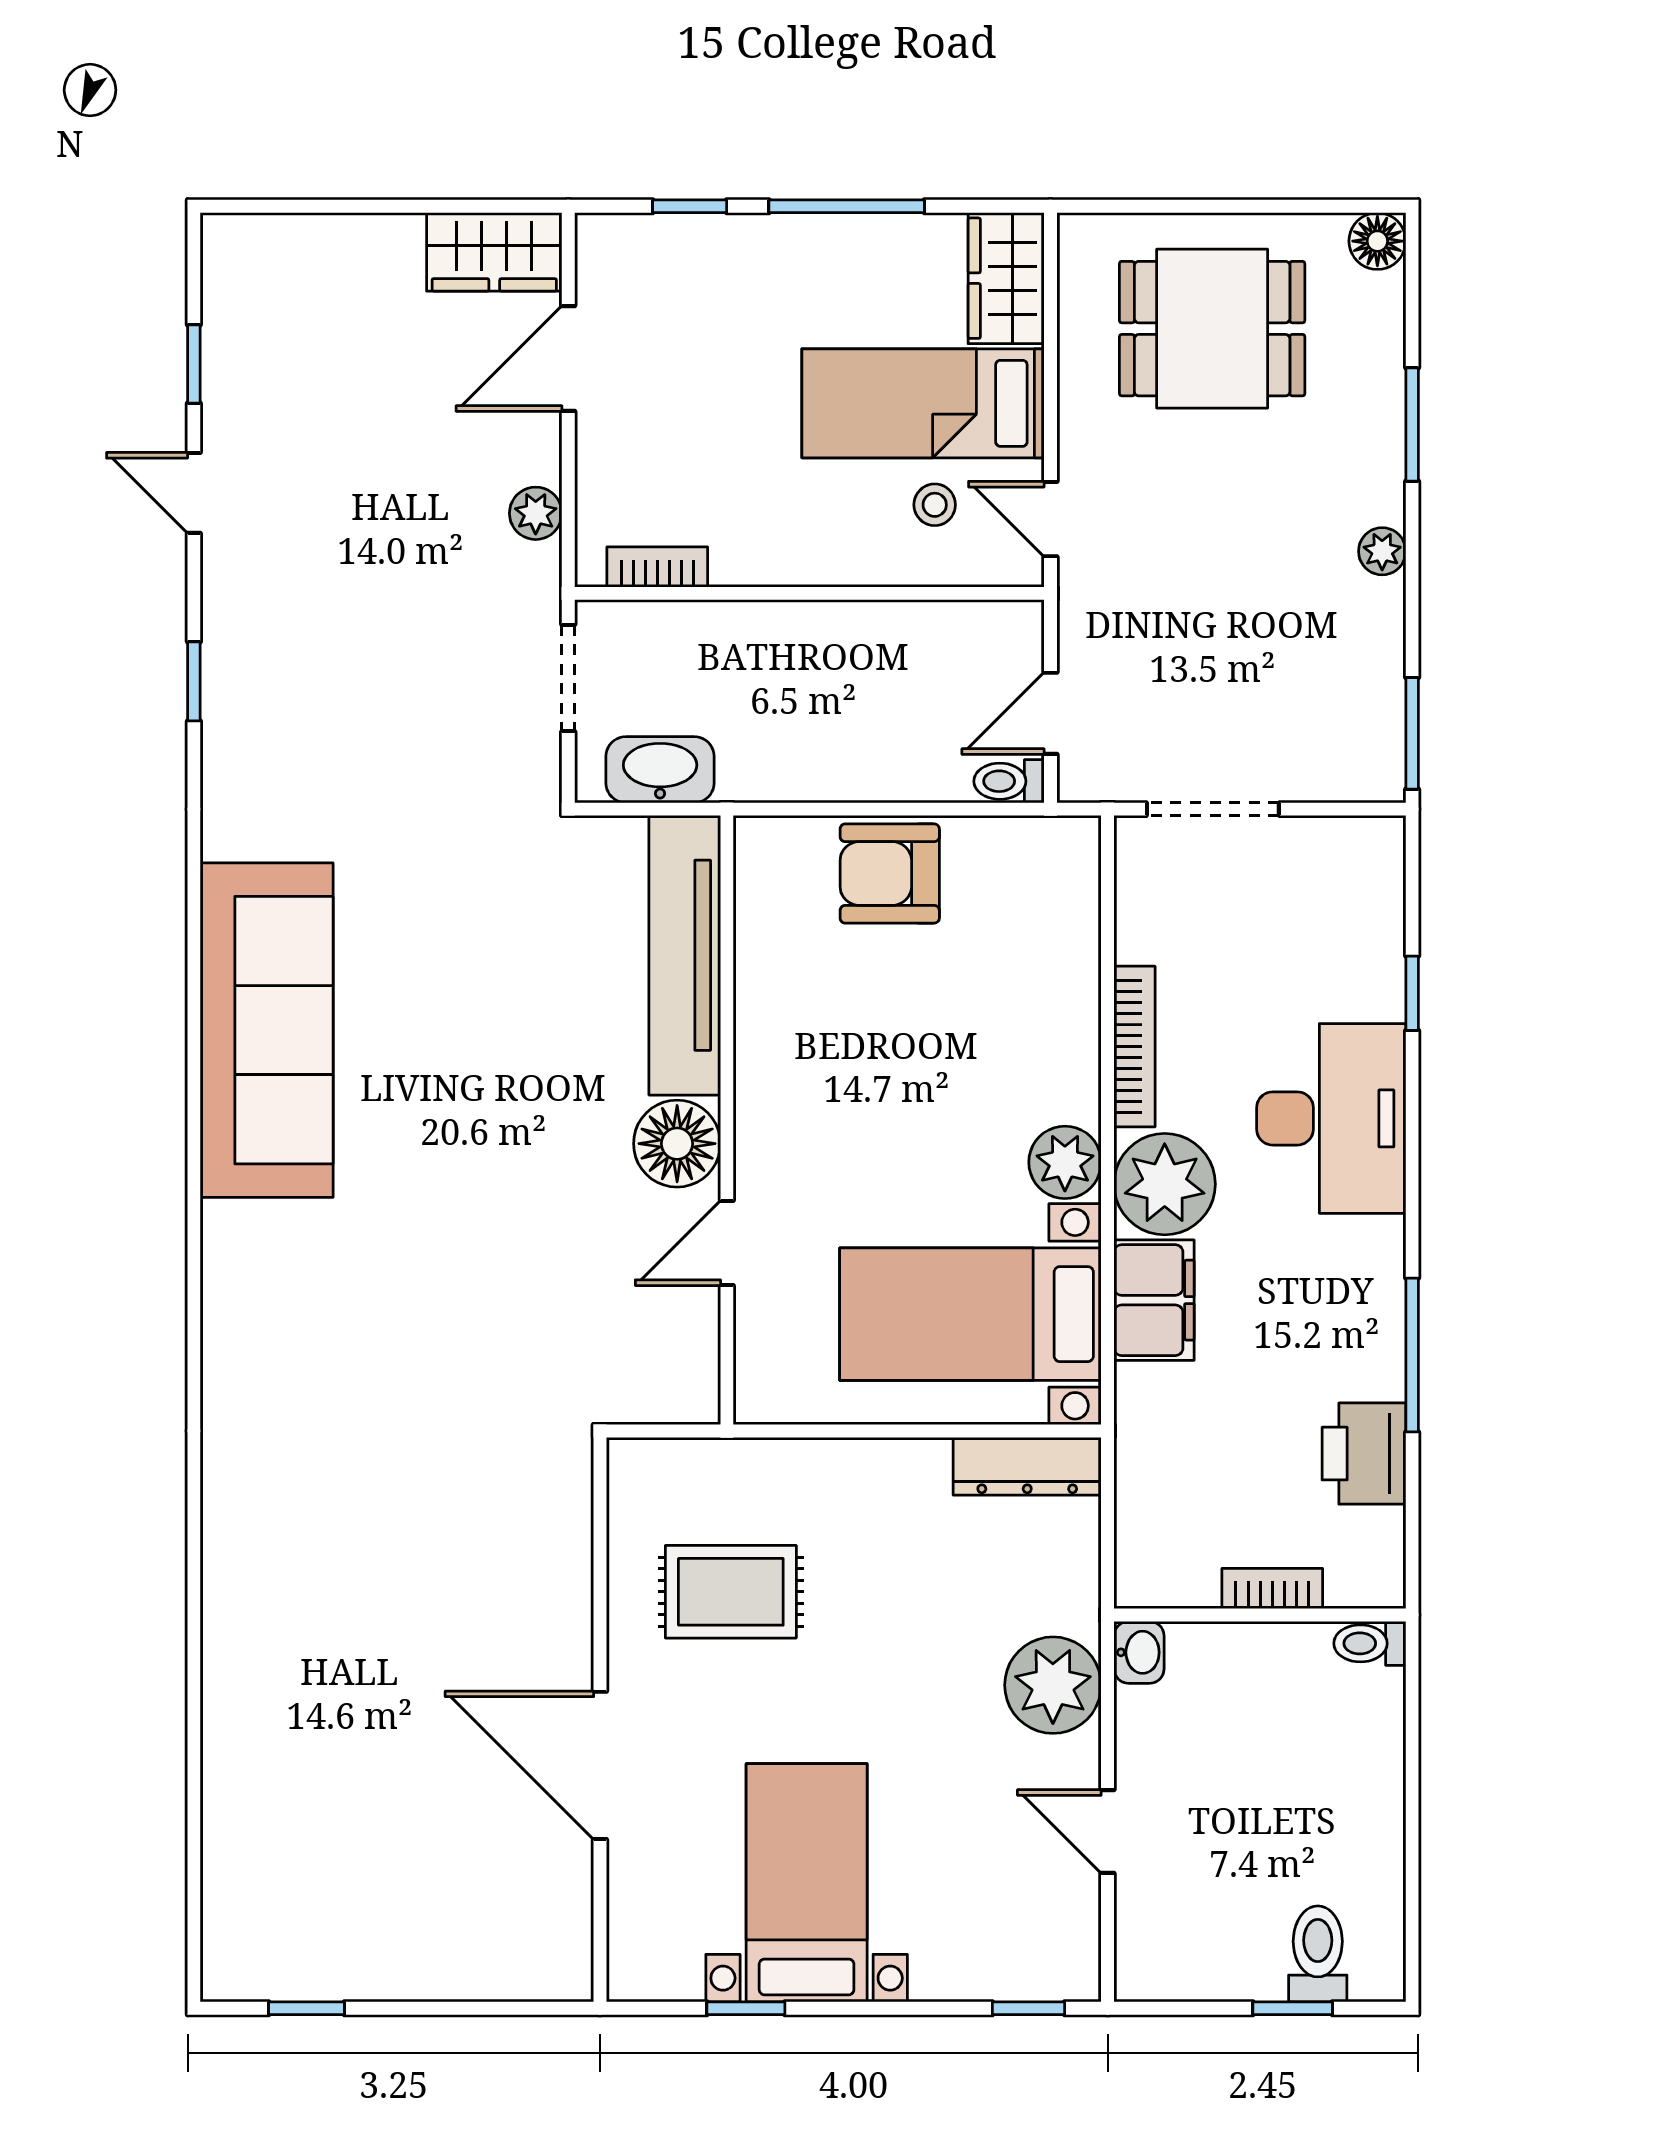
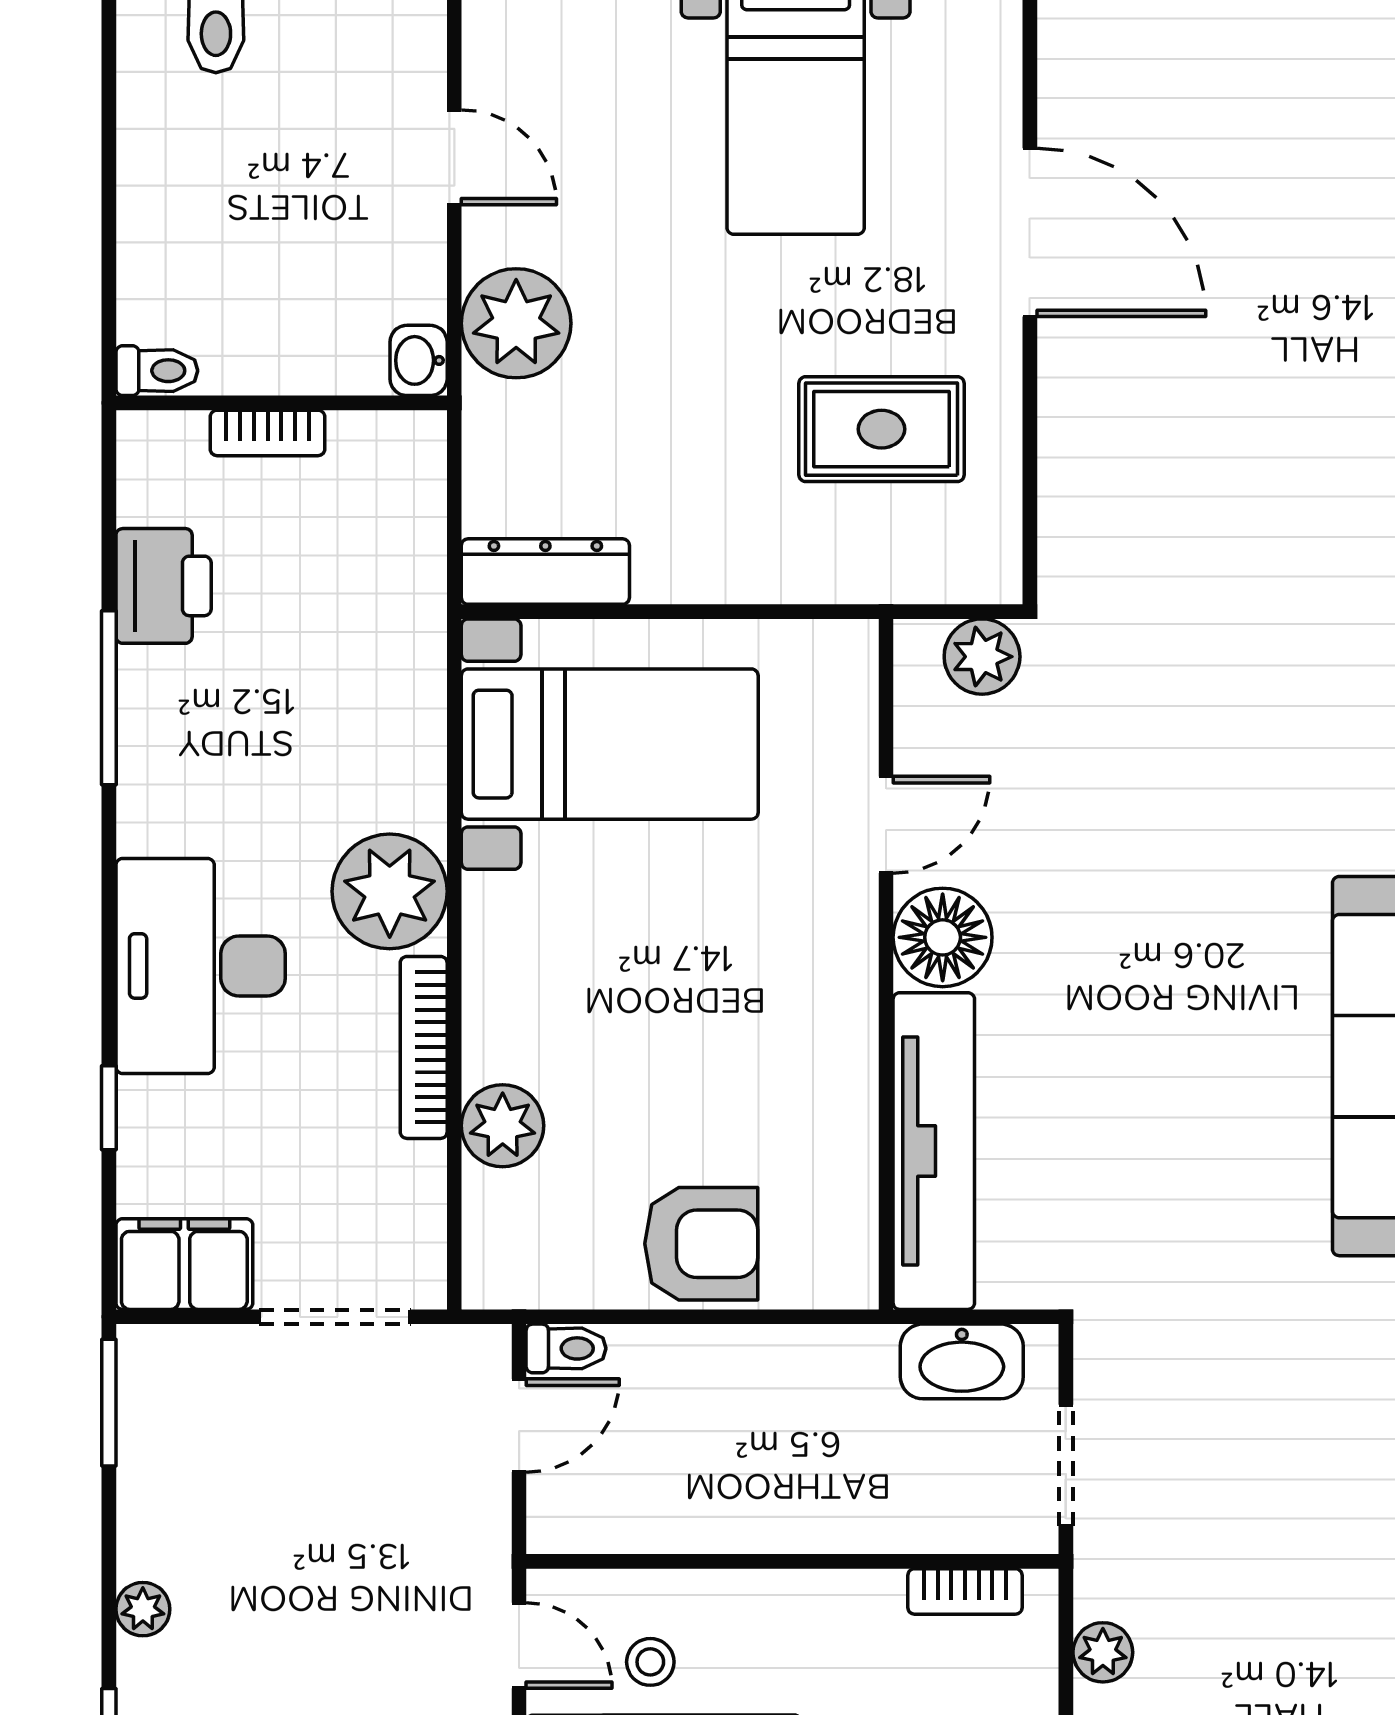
plant: (1065, 1162) -> (503, 1126), moved
filing cabinet: (1154, 1300) -> (184, 1264), moved, turned 90
plant: (642, 1391) -> (982, 657), added

